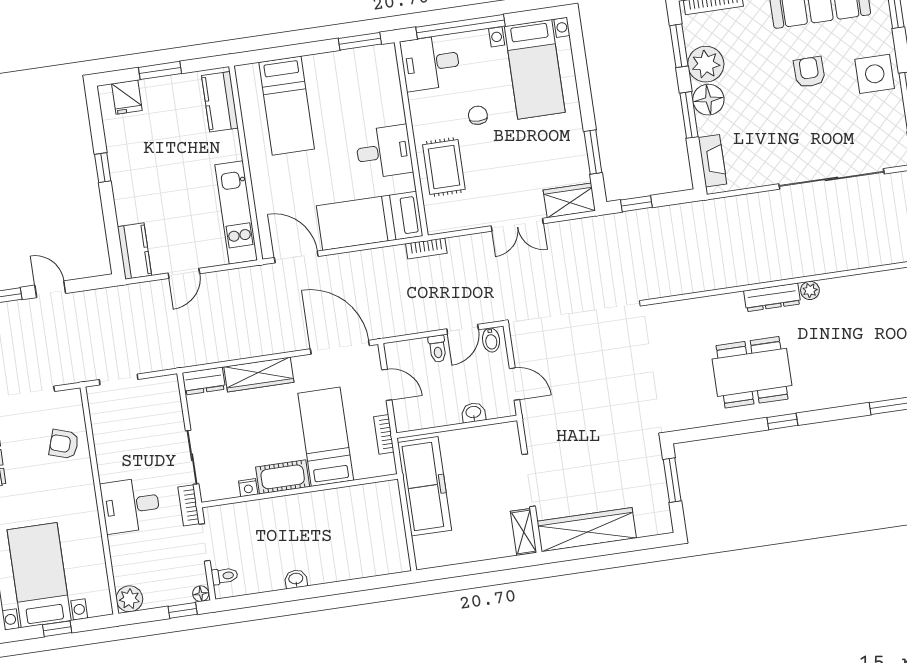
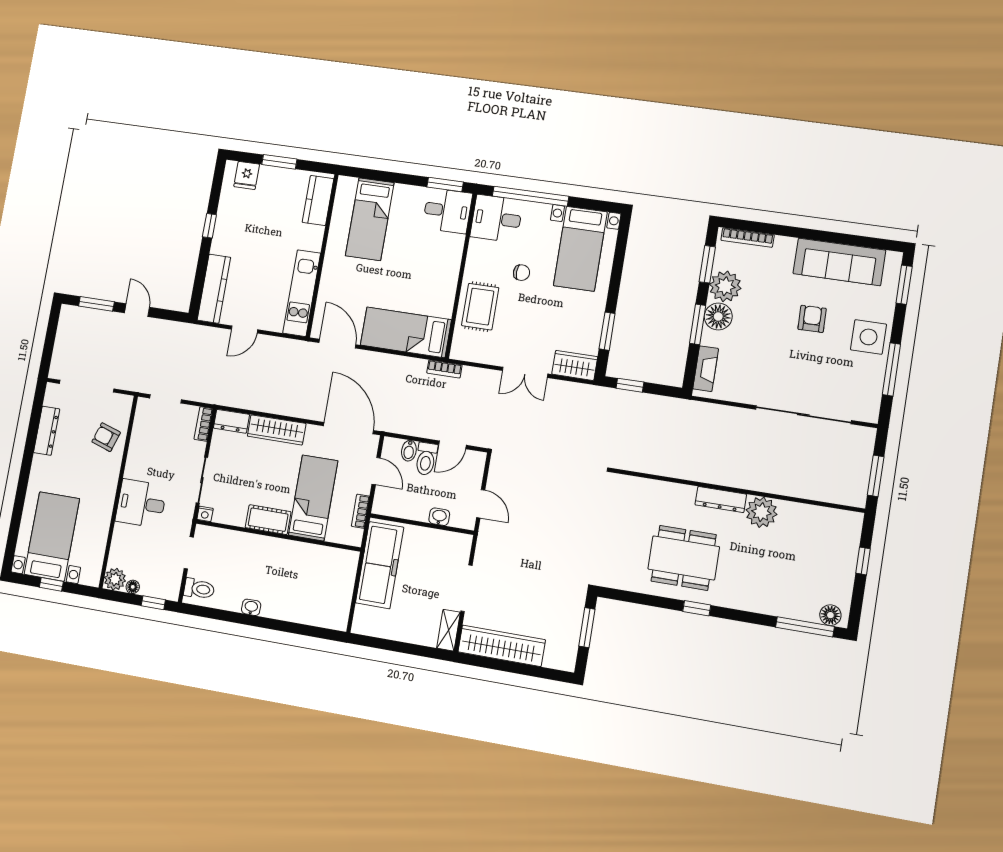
chair: (478, 115) -> (522, 273), turned 90
desk: (384, 152) -> (447, 211), moved
kitchen counter: (134, 251) -> (214, 289), width x1.50
plant: (810, 290) -> (761, 512), width x1.87, depth x1.87
bidet: (491, 340) -> (409, 451), moved
toilet: (437, 349) -> (426, 459), width x1.37, depth x1.39
nightstand: (248, 488) -> (205, 514), moved
bookcase: (189, 505) -> (203, 424), moved
toilet: (225, 576) -> (199, 589), width x1.37, depth x1.39
floor lamp: (201, 594) -> (133, 587), moved

